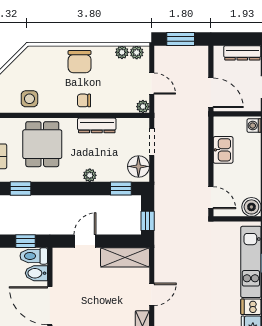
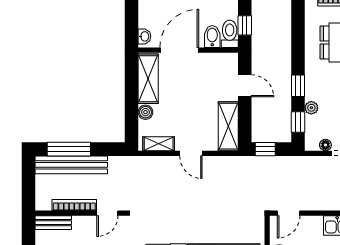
floor lamp: (138, 166) -> (325, 145), width x0.53, depth x0.53
plant: (90, 175) -> (311, 108), moved
window: (20, 189) -> (298, 86), moved

